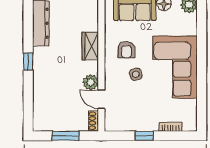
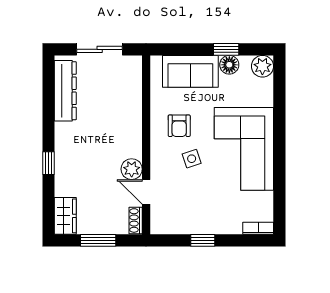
wardrobe: (90, 46) -> (65, 216), moved, turned 180
window: (28, 62) -> (49, 163), moved
bookcase: (171, 127) -> (258, 228), moved

